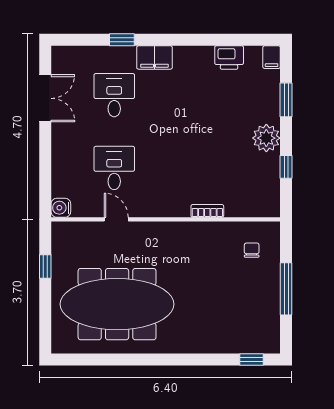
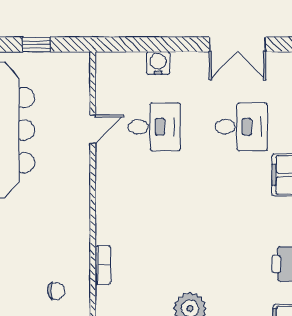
water cooler: (61, 208) -> (158, 63), moved
bookcase: (207, 211) -> (103, 265), moved

